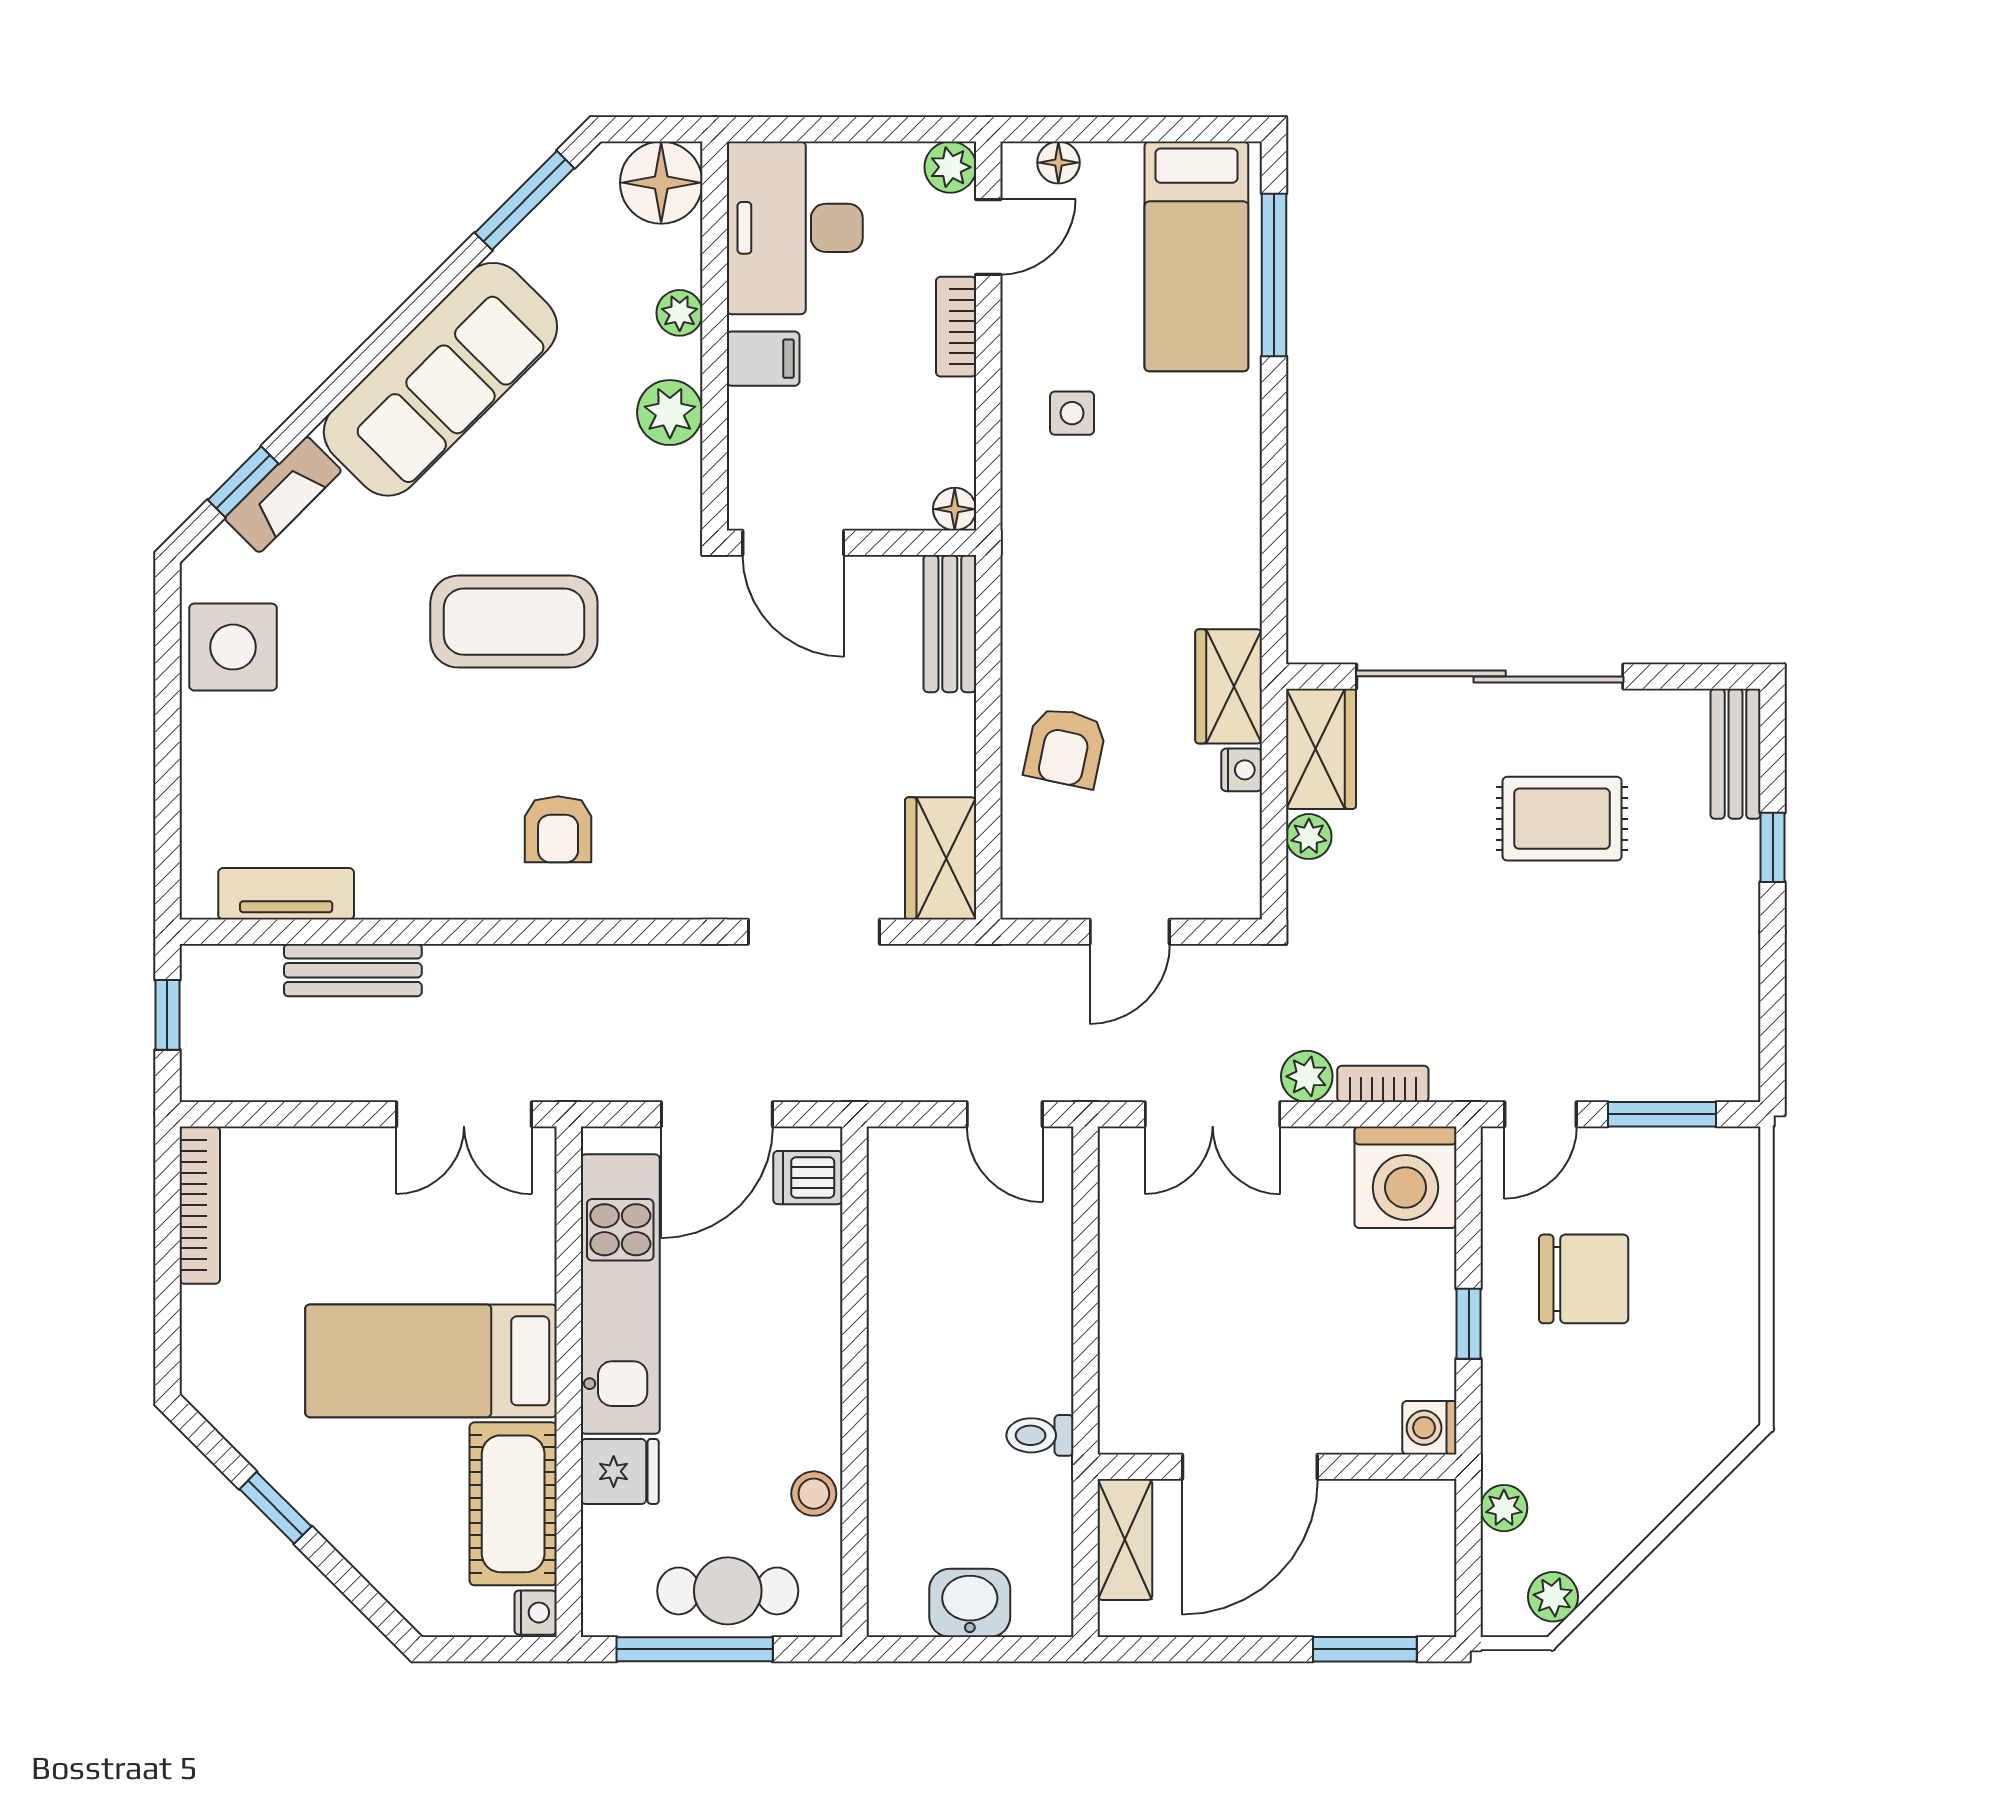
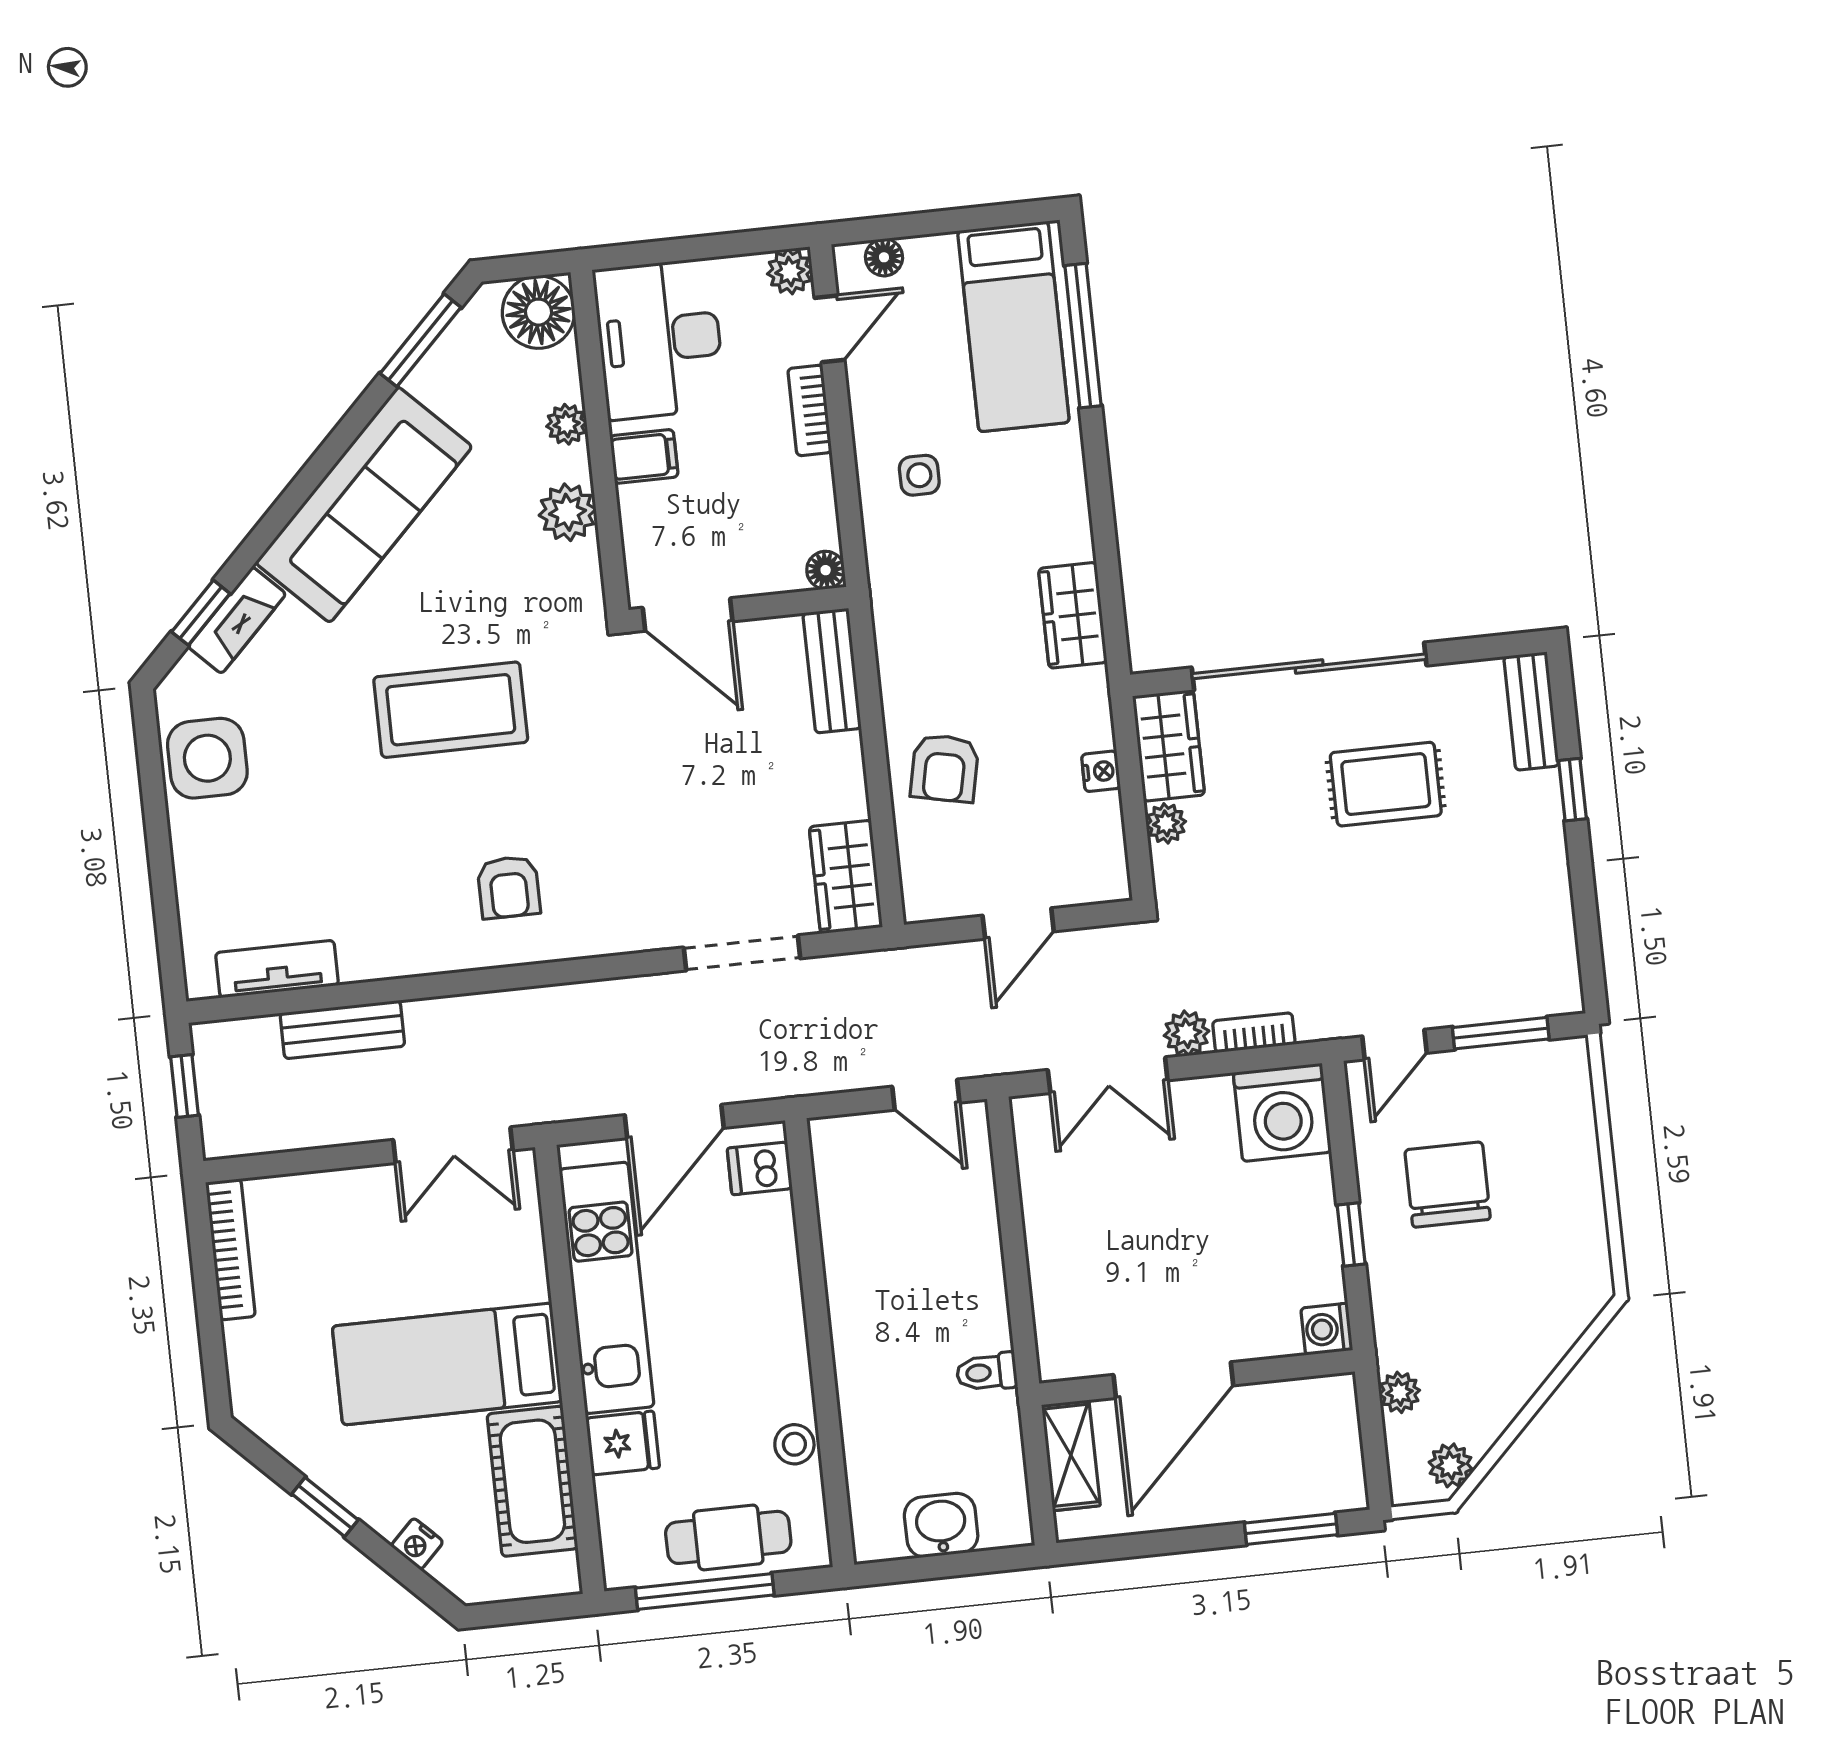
wardrobe: (1229, 686) -> (1073, 615), moved
chair: (1584, 1279) -> (1448, 1185), turned -90
nightstand: (536, 1613) -> (417, 1544), moved, turned 135

